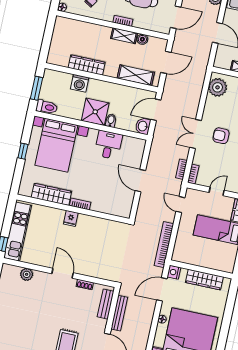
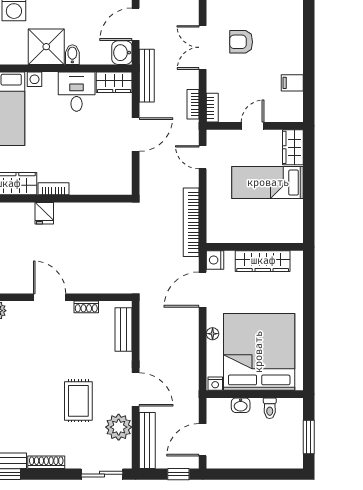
wardrobe: (134, 144) -> (114, 82), added
door: (140, 181) -> (136, 134), swing flipped
bench: (119, 313) -> (147, 76), moved

